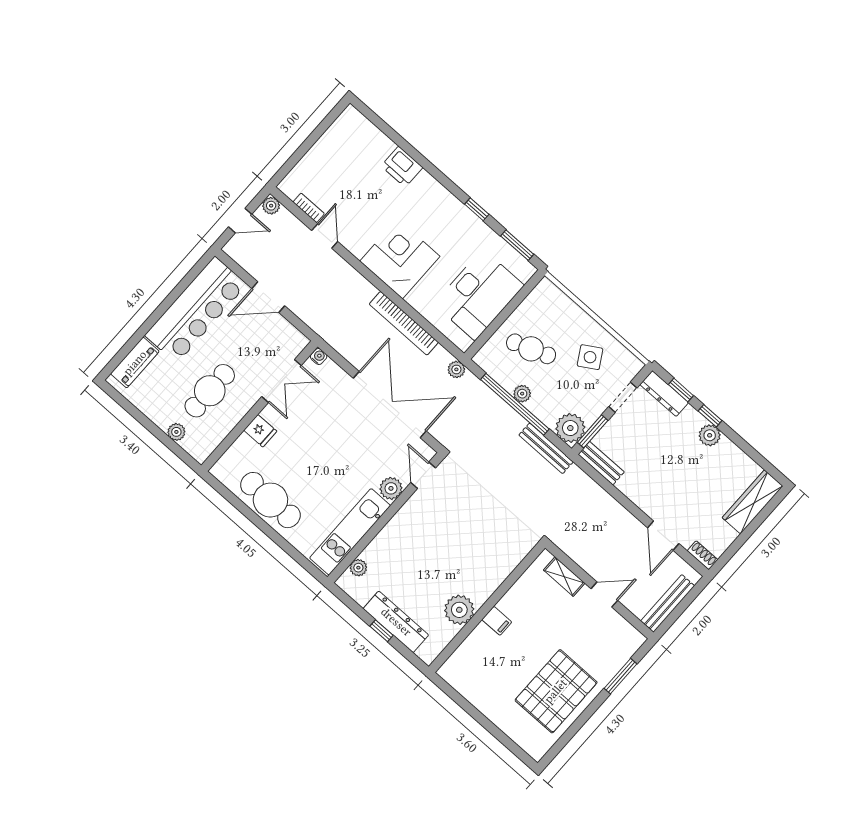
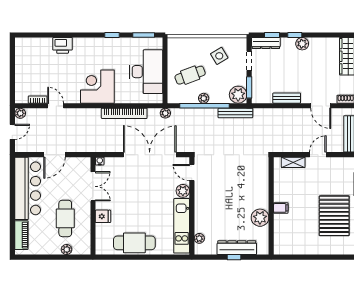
bench: (601, 463) -> (287, 98), moved

